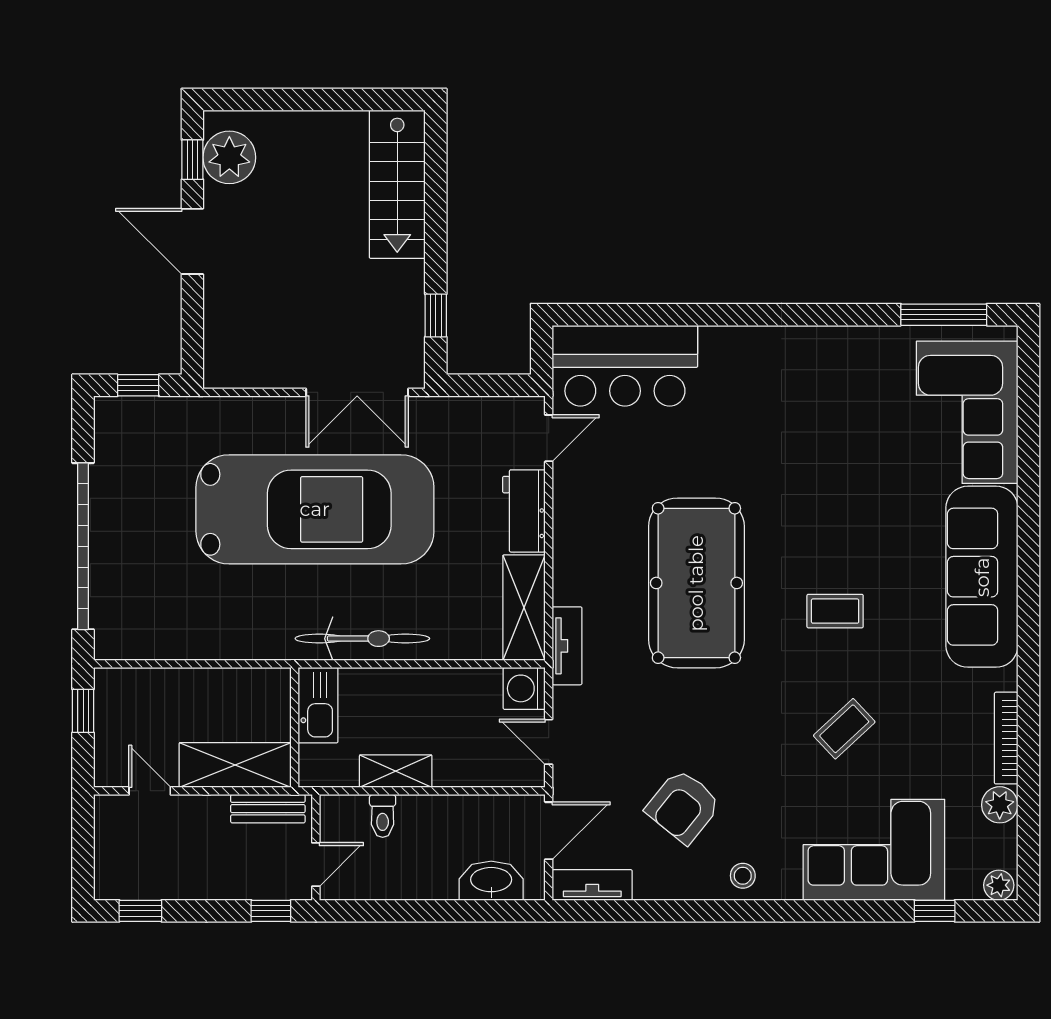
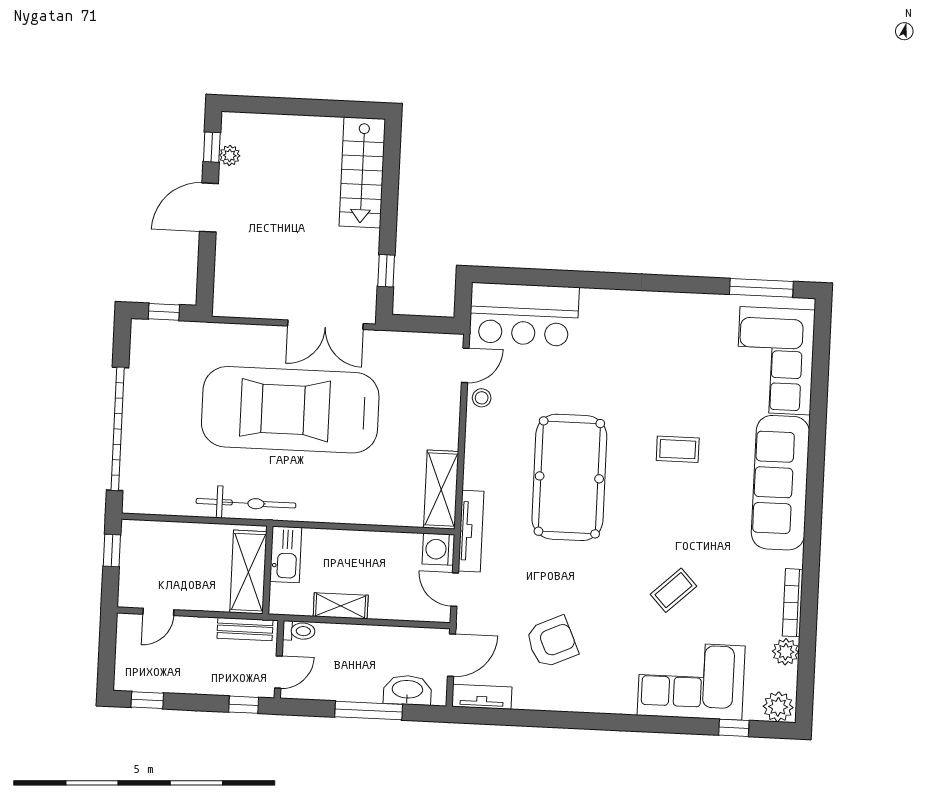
plant: (229, 157) -> (230, 155), width x0.53, depth x0.53
door: (192, 241) -> (209, 208), hinge flipped
car: (315, 509) -> (290, 410), turned 180
workbench: (524, 511) -> (444, 418), removed
coffee table: (835, 611) -> (678, 449), moved
bicycle: (362, 639) -> (246, 503), moved
tv unit: (567, 646) -> (471, 531), width x1.41
shelving: (235, 765) -> (248, 572), moved, turned 90
door: (150, 791) -> (158, 612), swing flipped
armchair: (683, 806) -> (552, 642), turned -153
toilet: (383, 816) -> (299, 631), moved, turned -90
stool: (743, 876) -> (482, 398), moved
plant: (999, 885) -> (778, 707), width x1.38, depth x1.38
window: (440, 911) -> (369, 711), added

